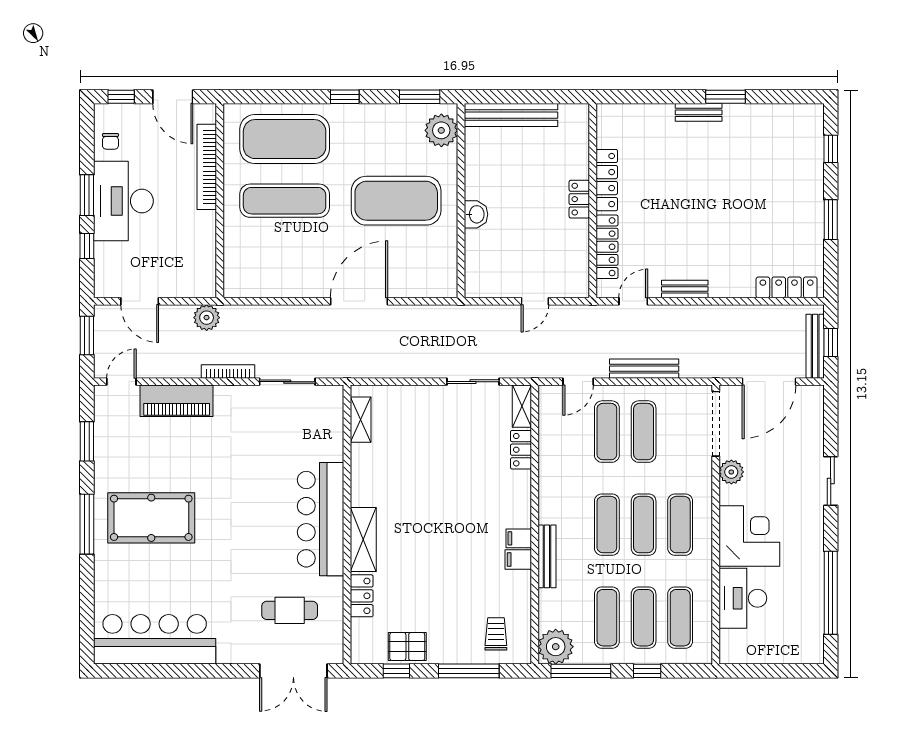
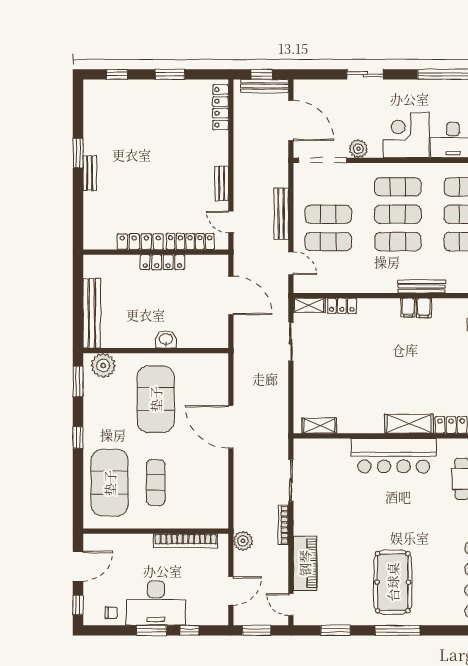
bookcase: (207, 167) -> (186, 541), moved
locker: (579, 199) -> (162, 262), width x1.53
exercise mat: (285, 201) -> (156, 483), width x0.73, depth x0.69
door: (535, 301) -> (231, 295), width x1.88

